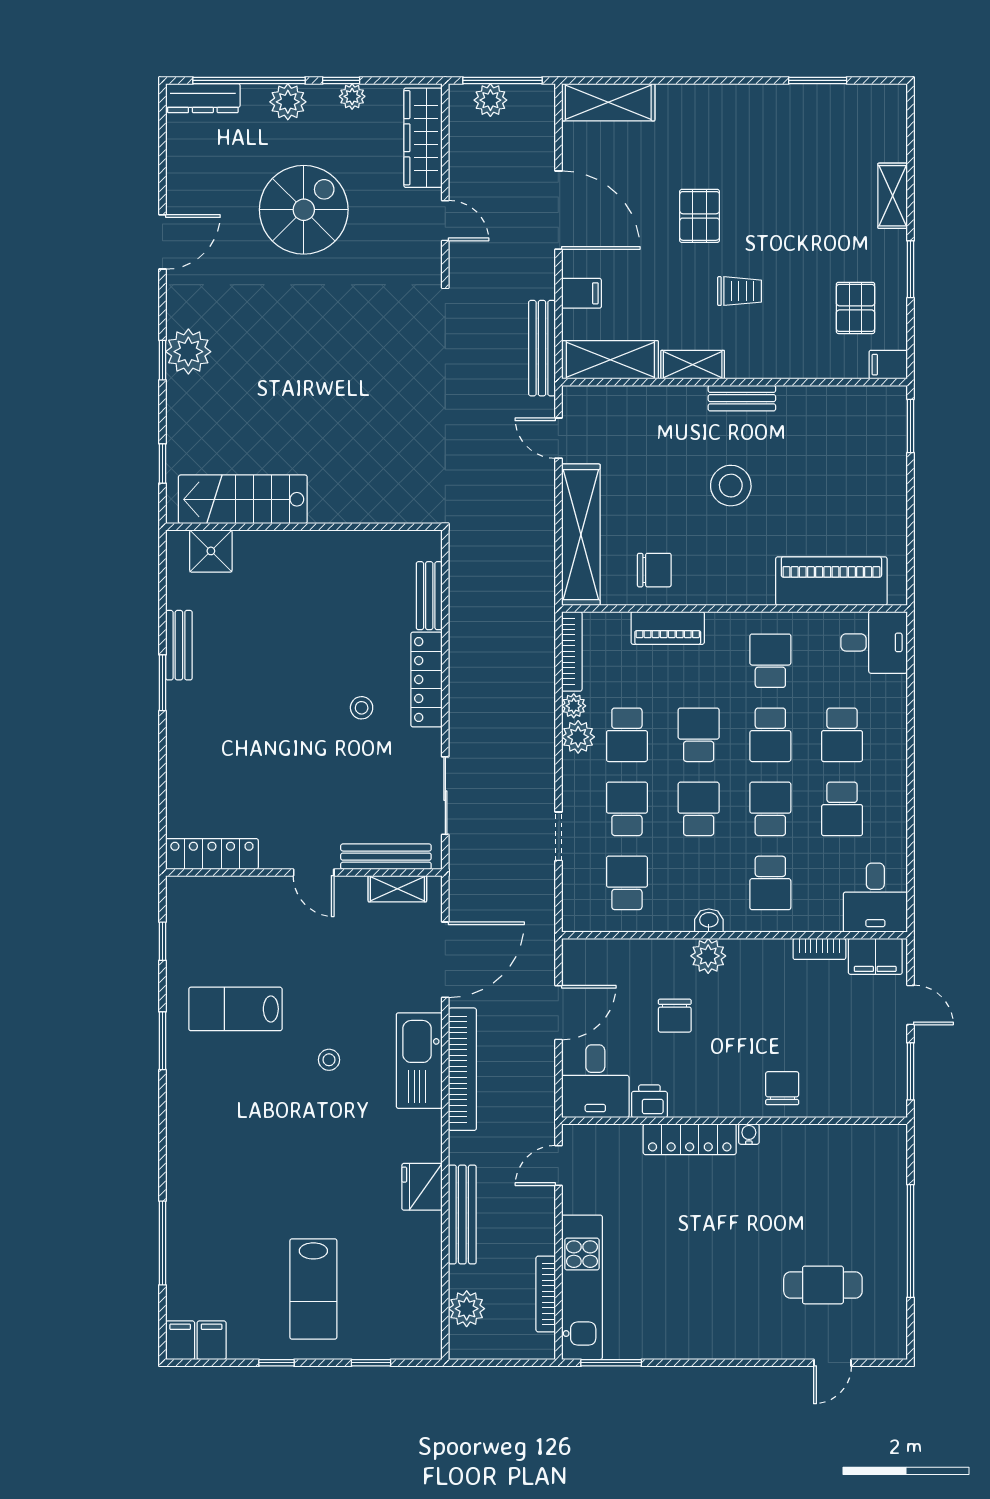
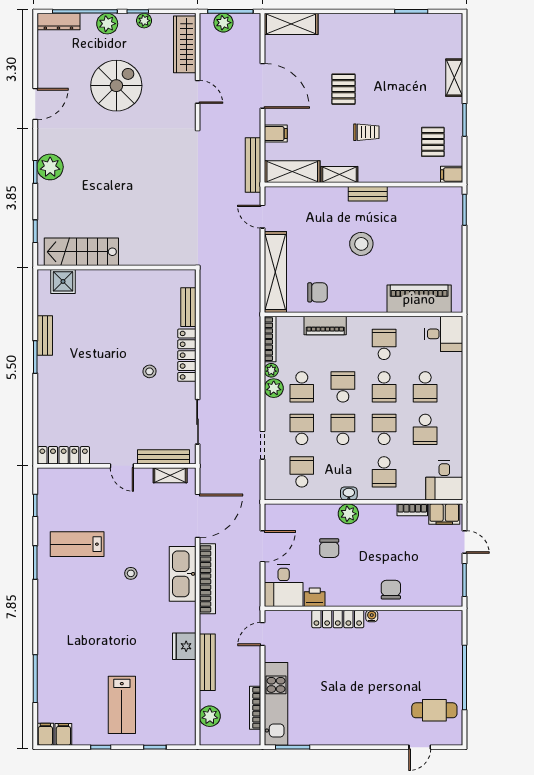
cafe table: (823, 1285) -> (434, 710), moved

